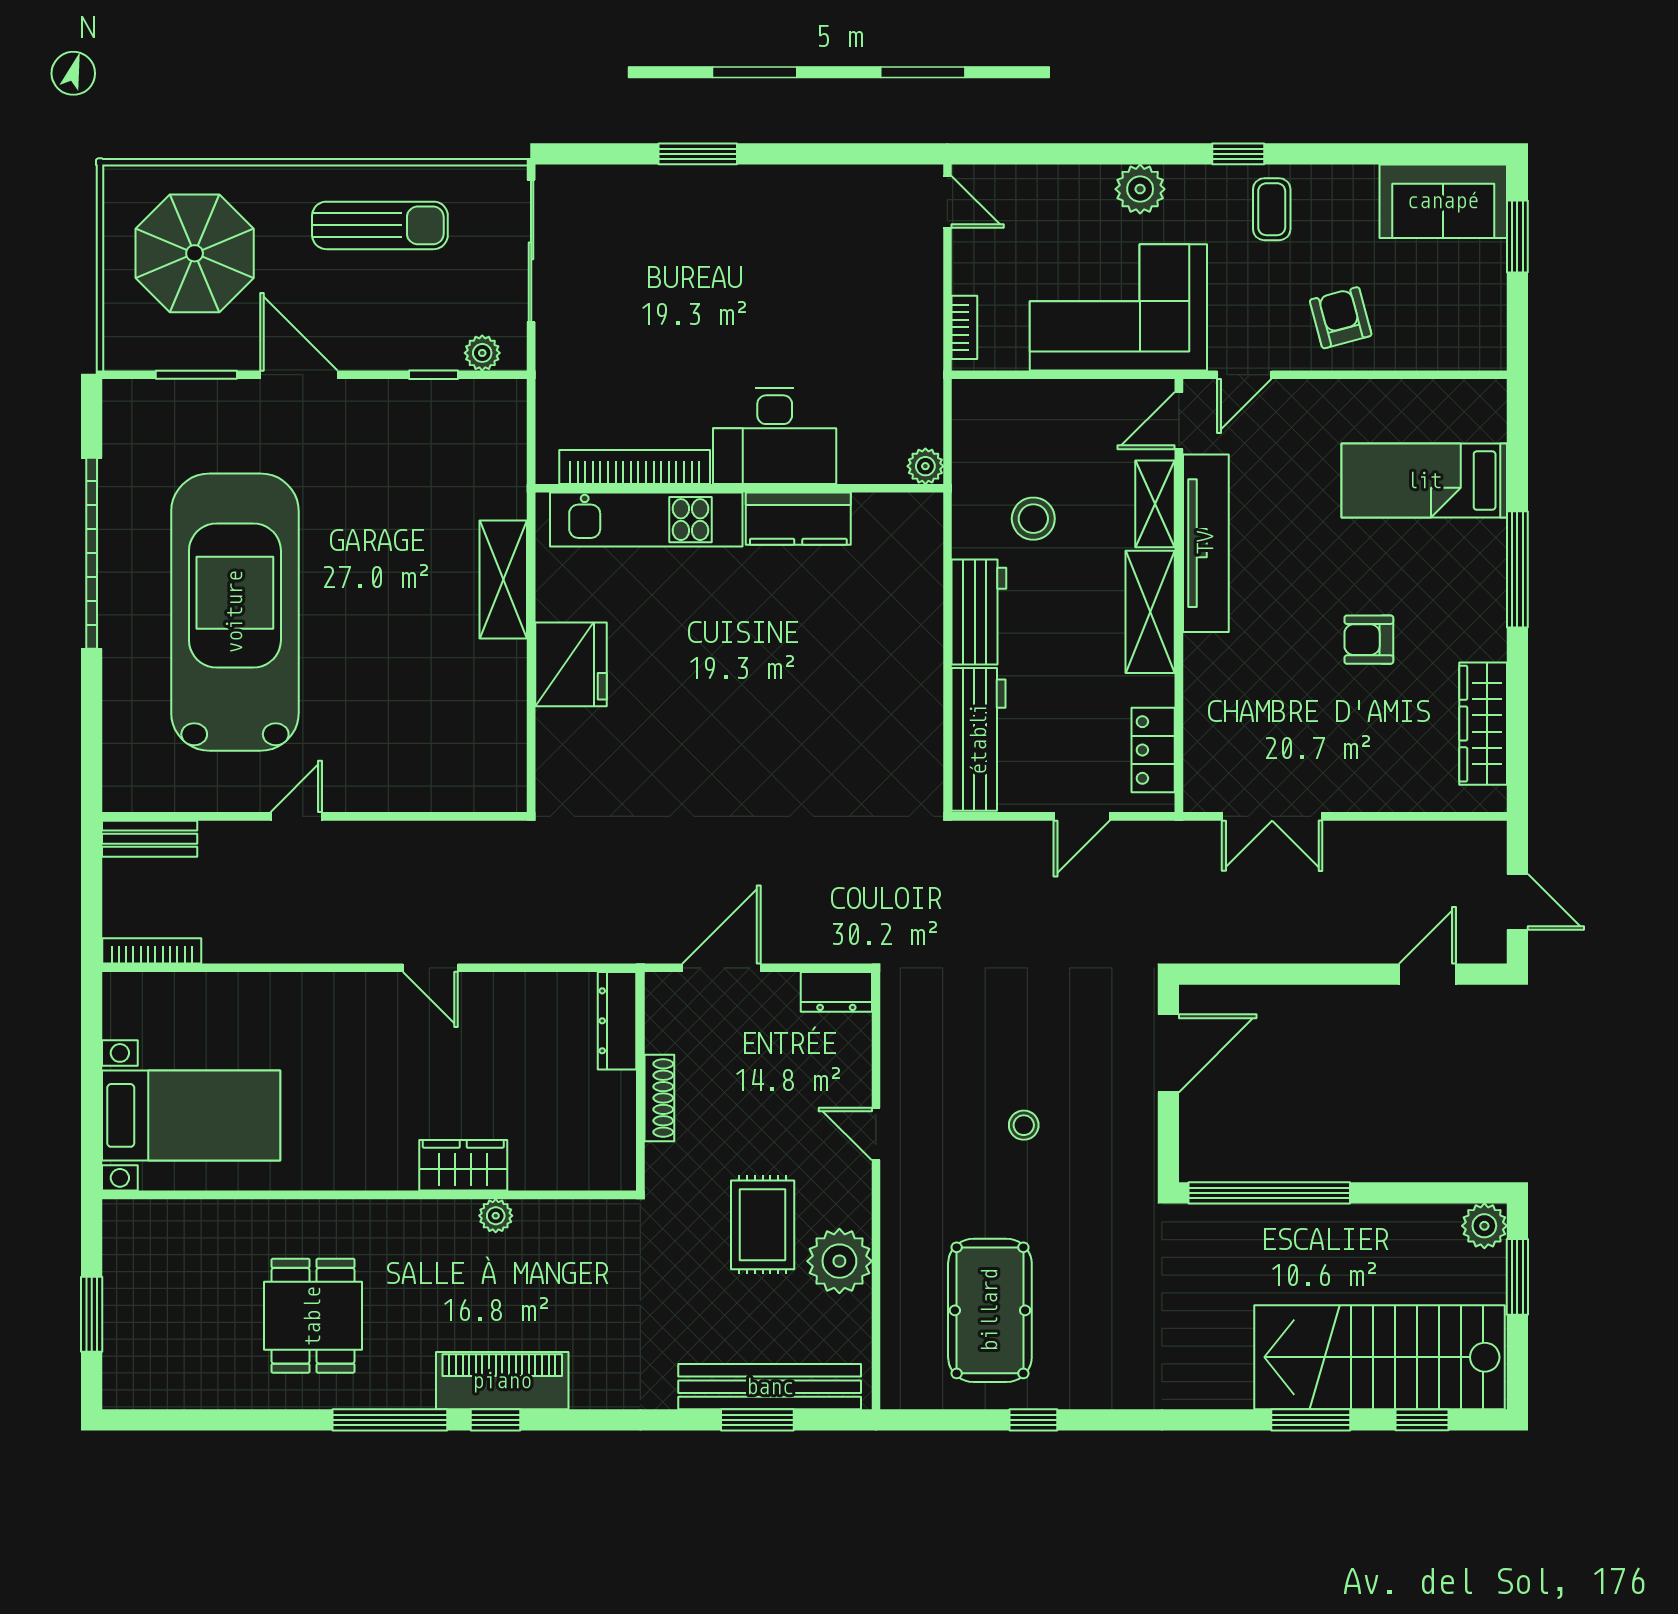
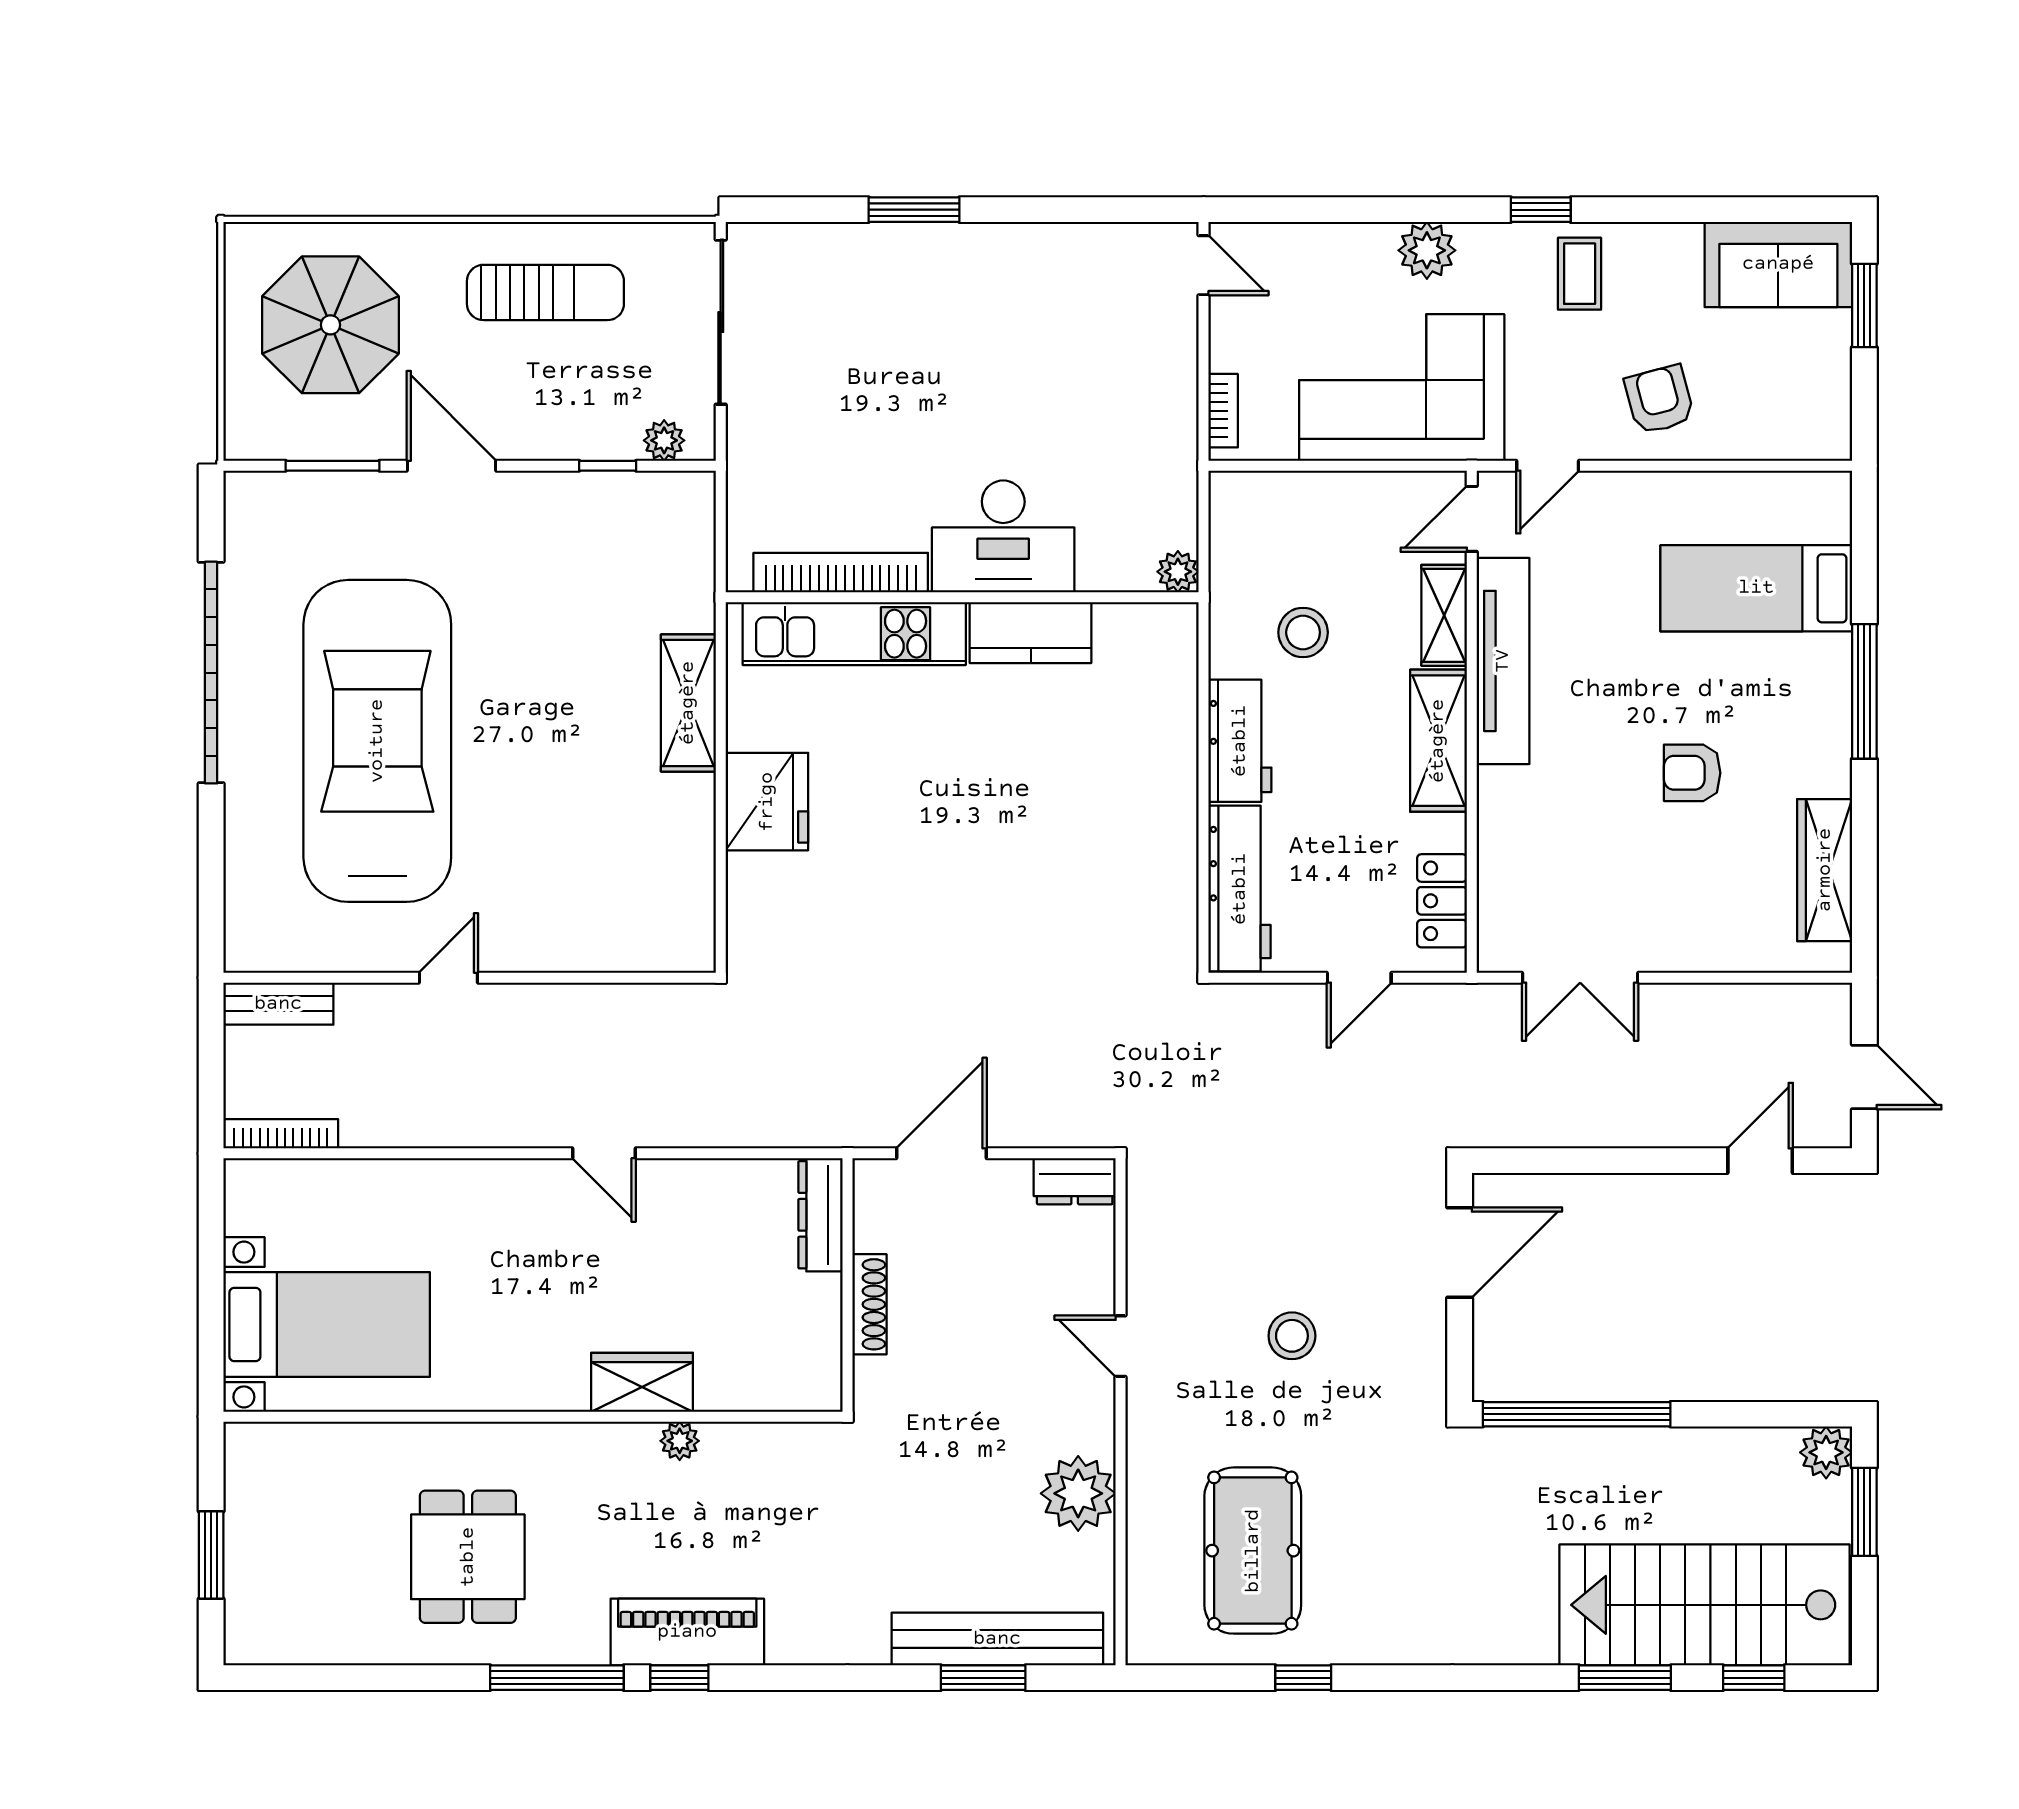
stool: (1024, 1125) -> (1292, 1336), width x1.37, depth x1.37
rug: (763, 1225) -> (989, 1451), removed

